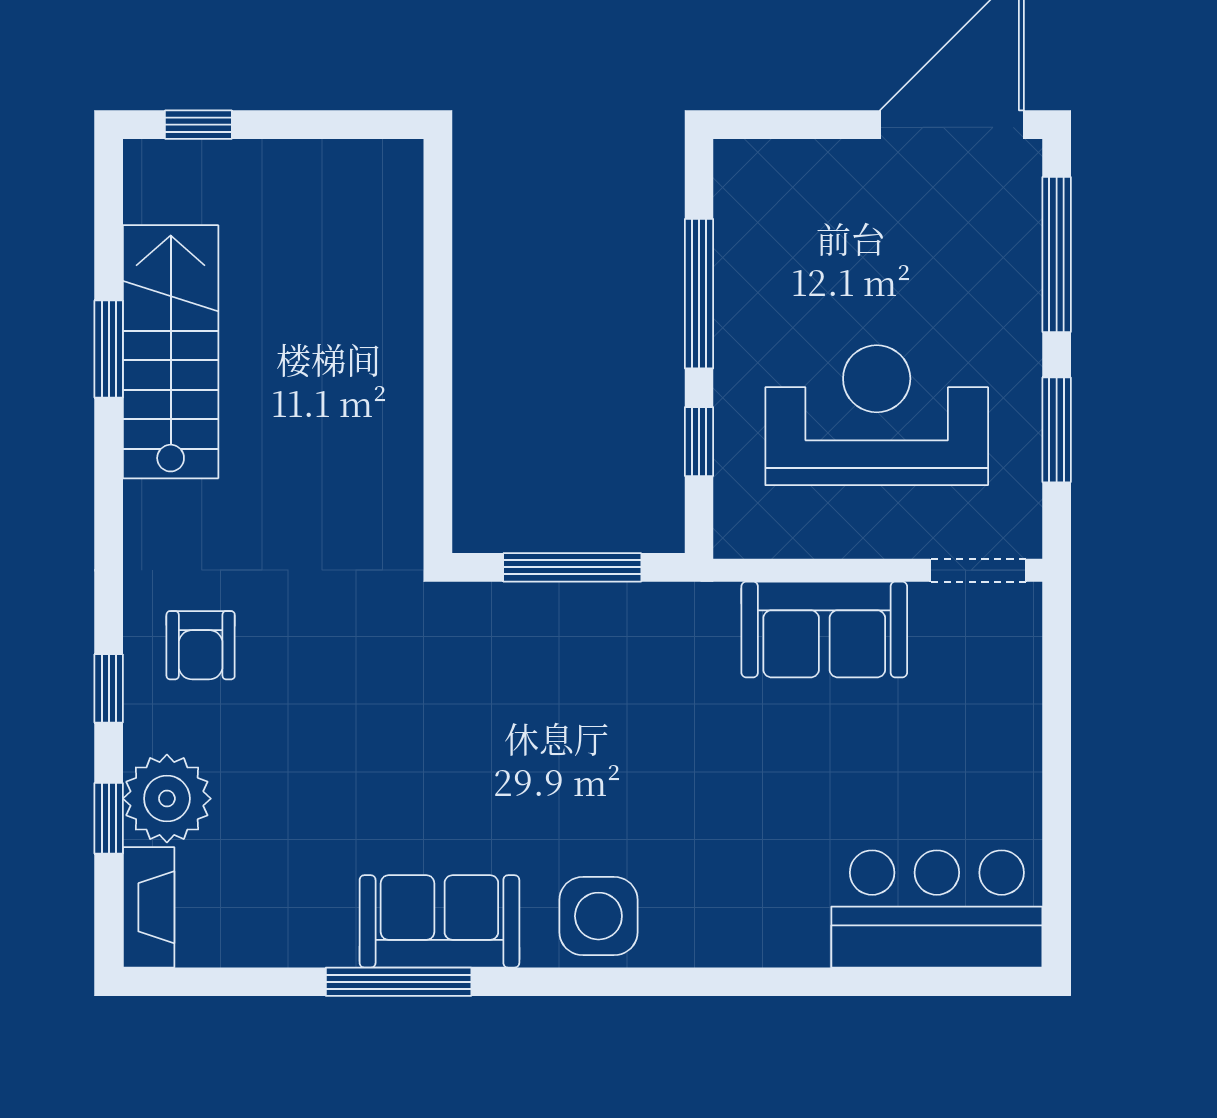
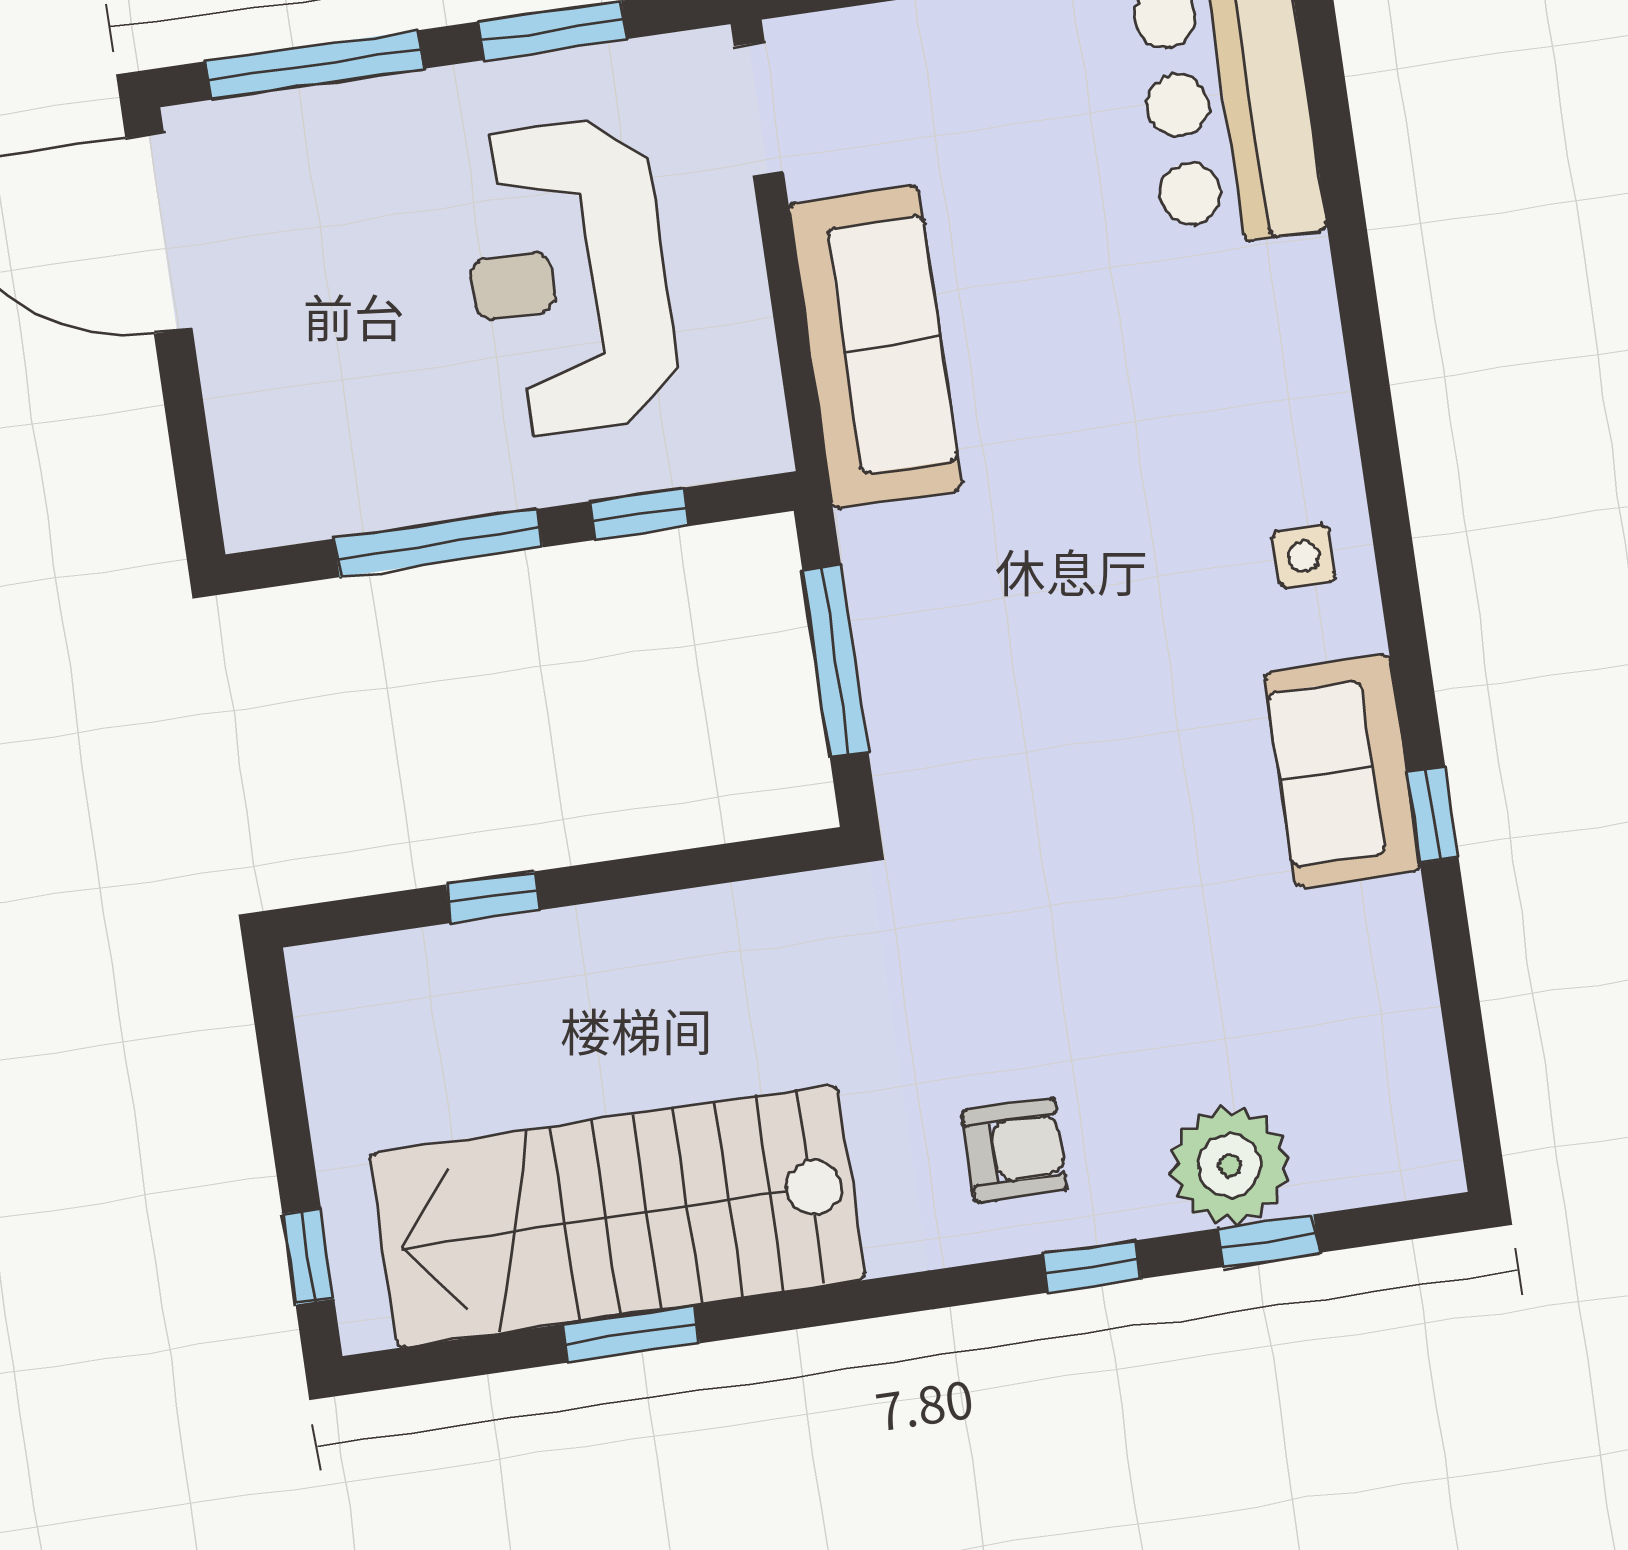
window: (438, 296) -> (493, 897), added
stairs: (171, 352) -> (617, 1216), width x1.36, depth x1.51
sofa: (824, 629) -> (876, 347), width x1.36
fireplace: (149, 907) -> (1381, 1169), removed
side table: (598, 916) -> (1304, 556), width x0.54, depth x0.54
window: (399, 982) -> (1433, 815), width x0.46

